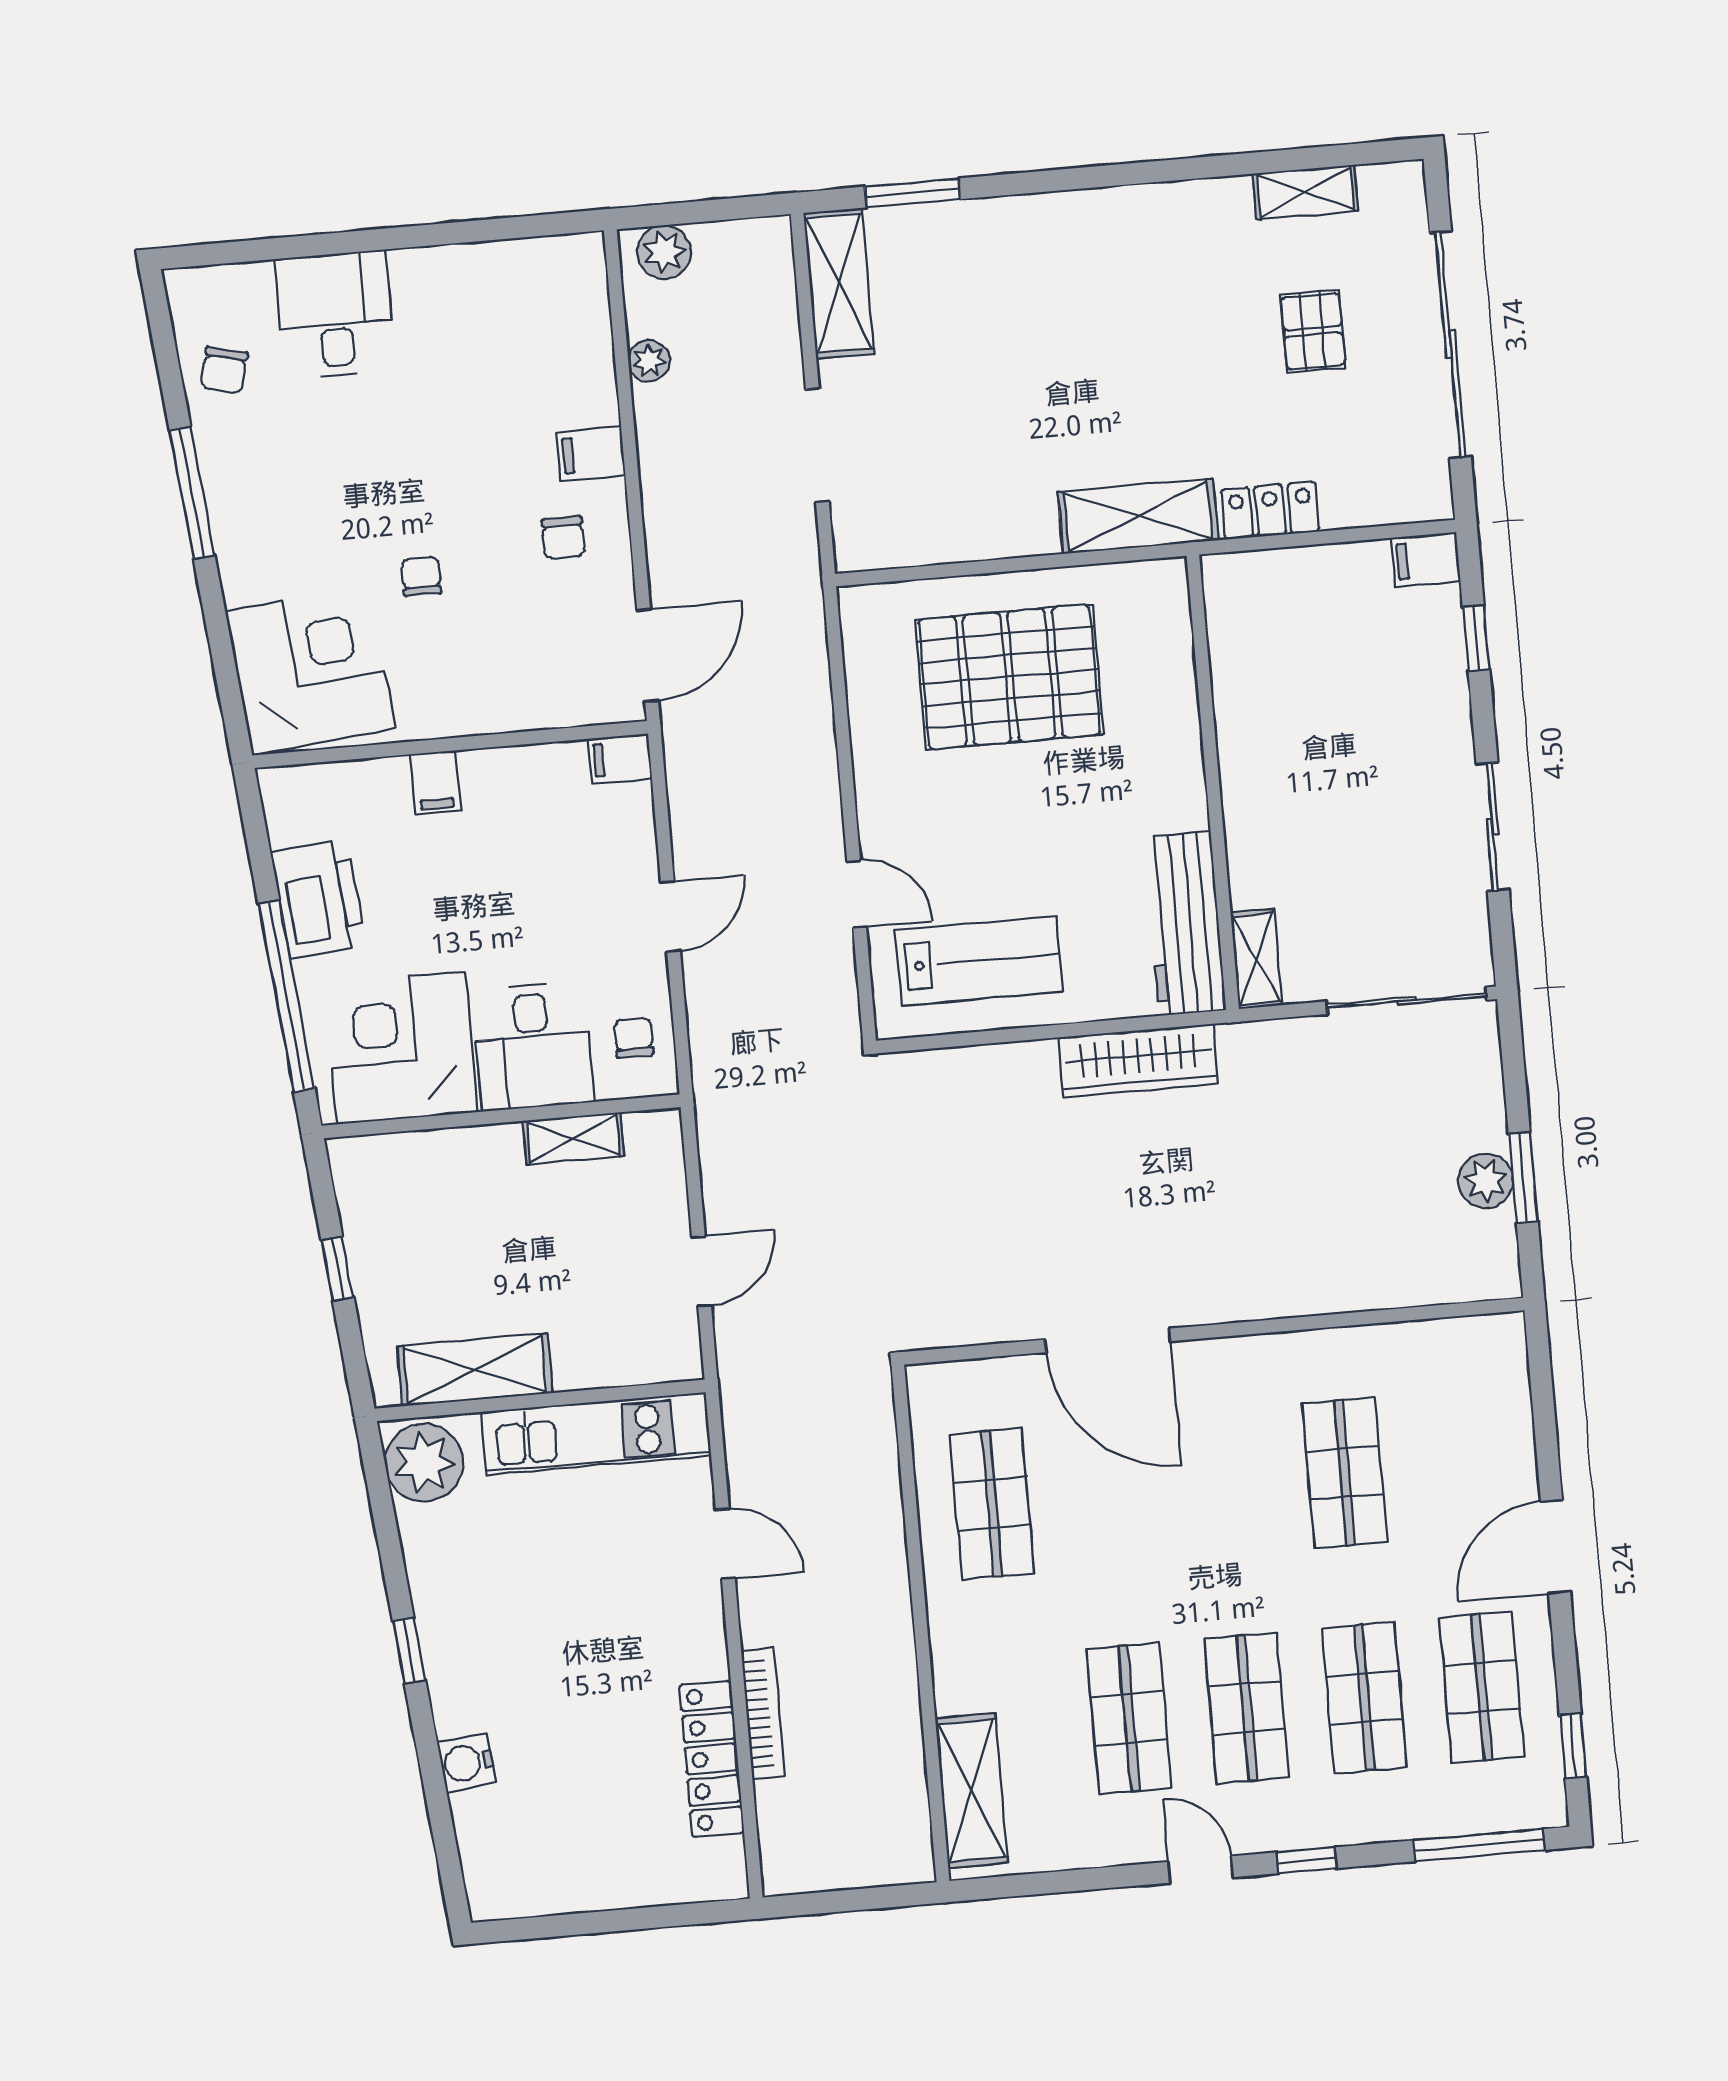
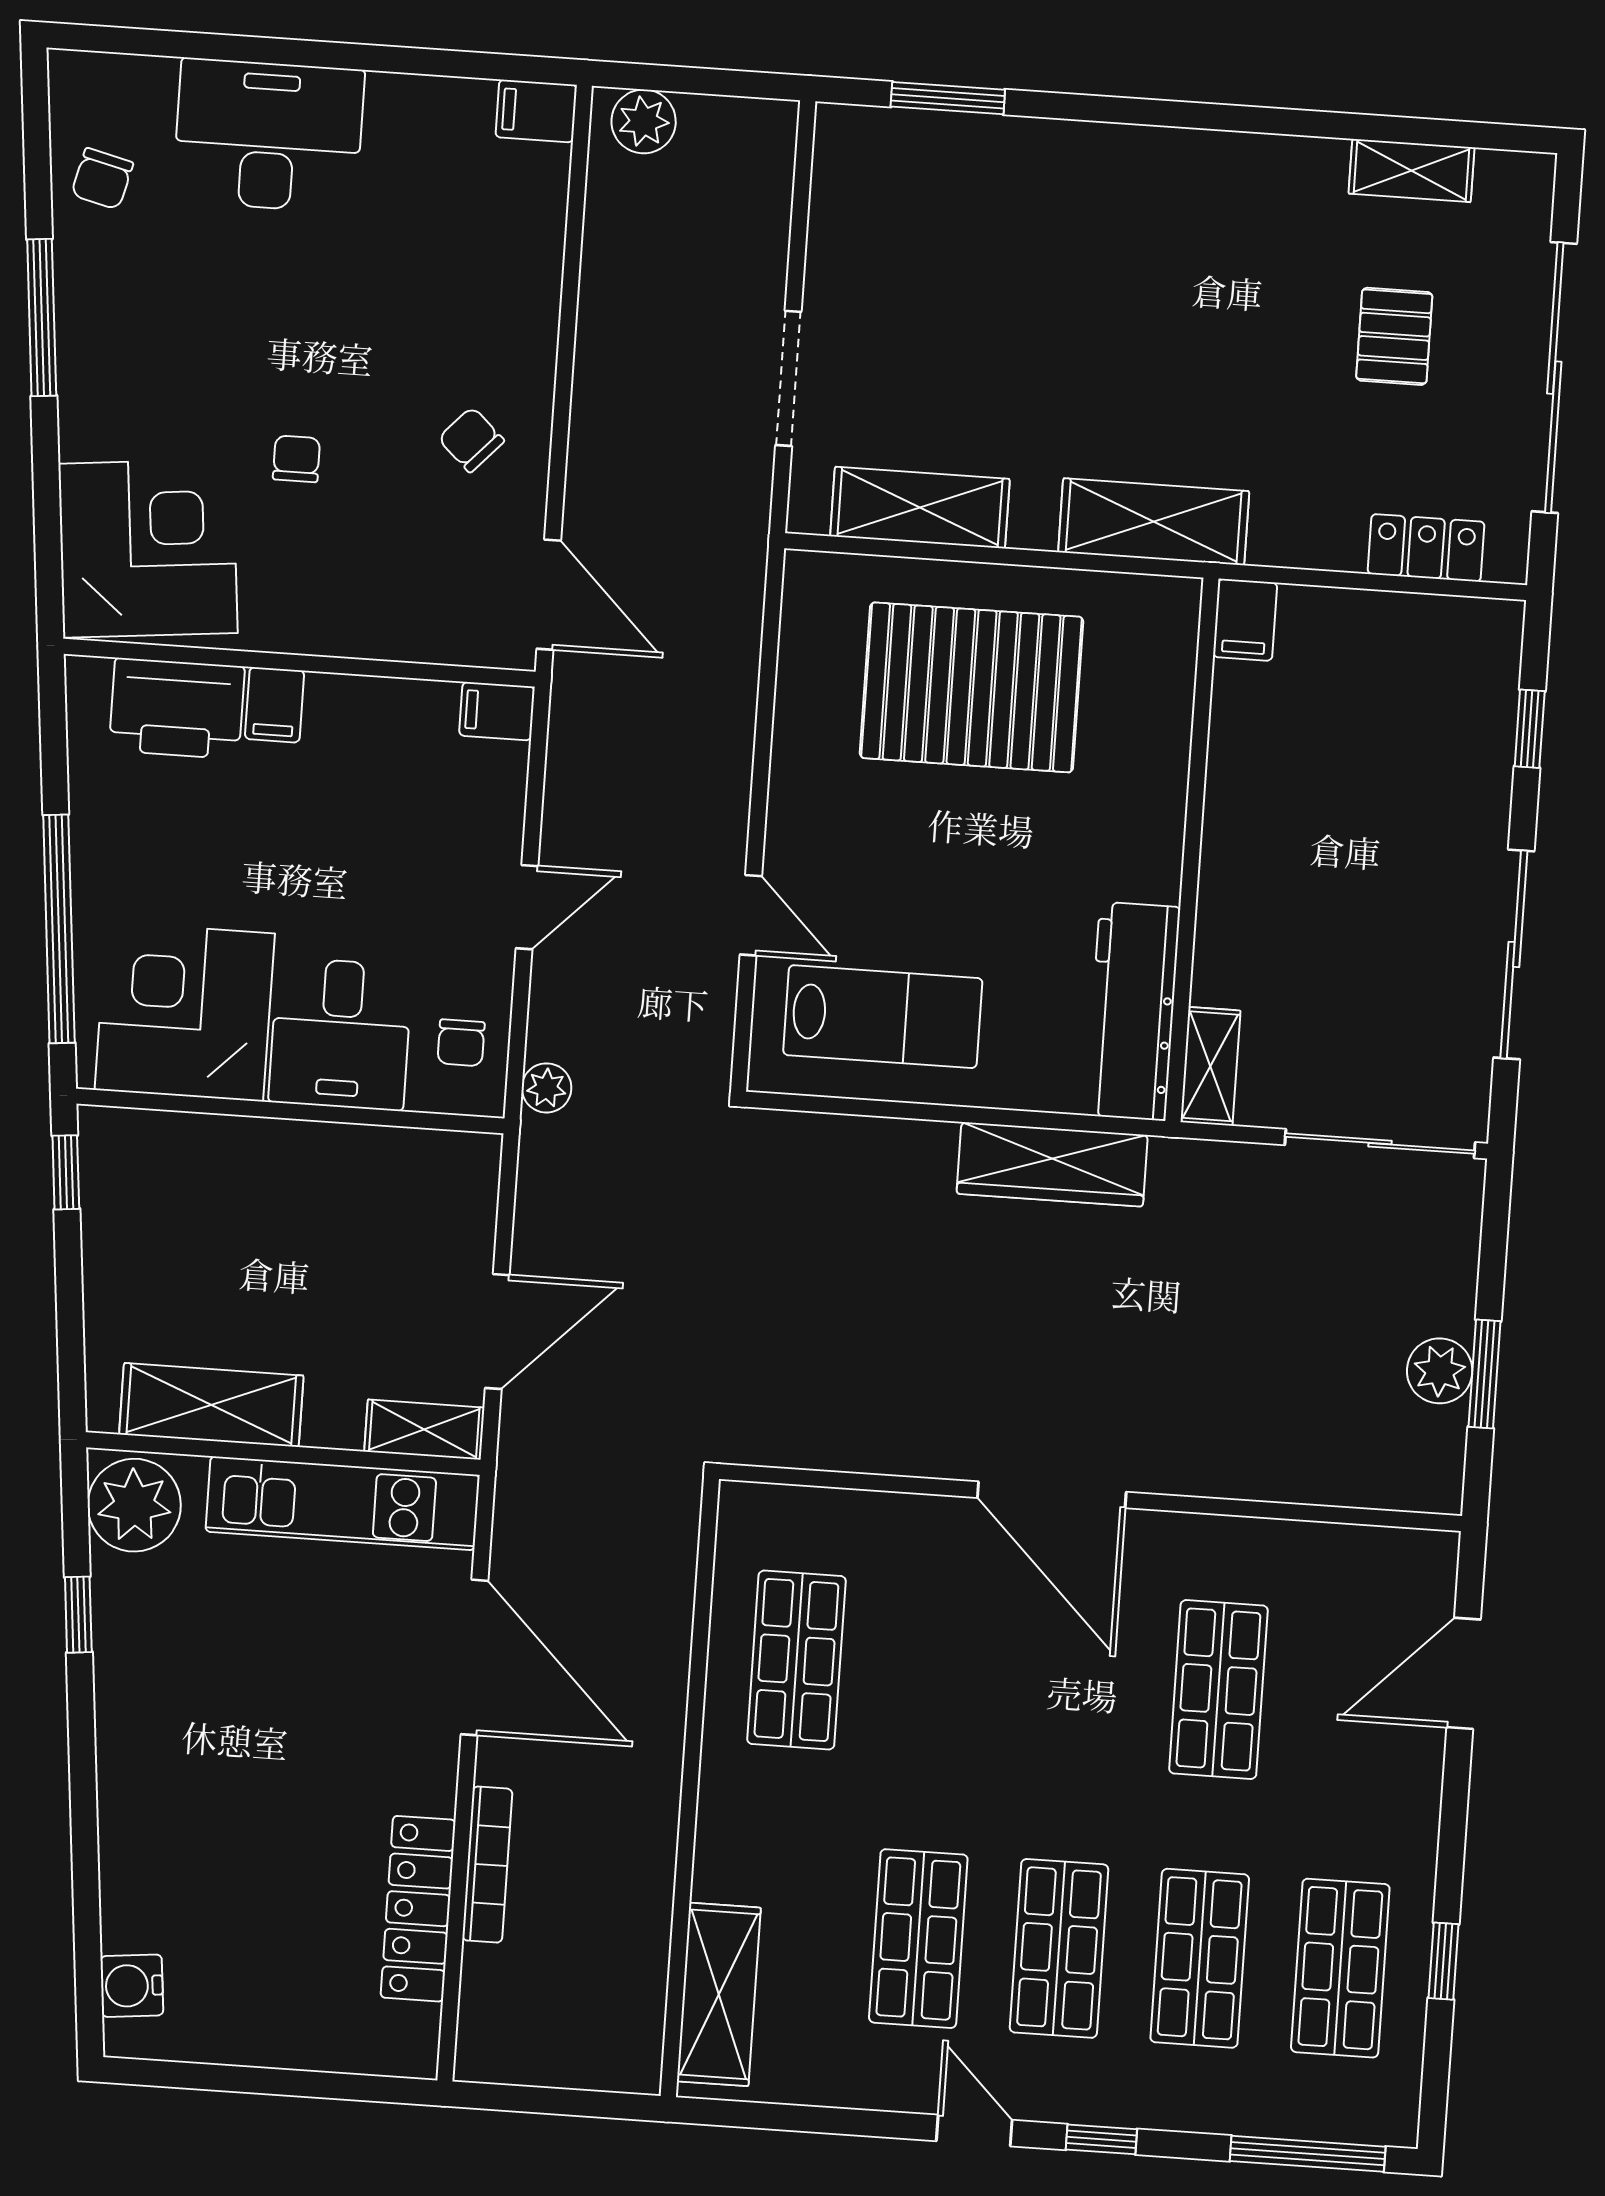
shelving: (839, 283) -> (920, 508), moved, turned 90
desk: (335, 315) -> (268, 136), width x1.37
plant: (649, 361) -> (547, 1088), moved
filing cabinet: (591, 454) -> (536, 111), moved
locker: (1270, 510) -> (1426, 548), moved
chair: (563, 538) -> (471, 440), turned 133
filing cabinet: (1426, 560) -> (1245, 620), moved, turned -90
door: (648, 656) -> (549, 595), hinge flipped
sliding door: (1493, 827) -> (1514, 954), width x1.37
printer: (319, 899) -> (177, 708), moved, turned 96
chair: (634, 1038) -> (461, 1043), turned 180
shelving: (573, 1138) -> (424, 1430), moved
window: (338, 1269) -> (66, 1172), moved
door: (701, 1271) -> (497, 1331), width x1.38
door: (1108, 1340) -> (1052, 1495), moved
door: (725, 1544) -> (474, 1657), width x1.88
door: (1556, 1547) -> (1464, 1673), moved
window: (409, 1651) -> (78, 1615), moved
window: (1573, 1746) -> (1444, 1961), moved
water cooler: (467, 1762) -> (132, 1986), moved

